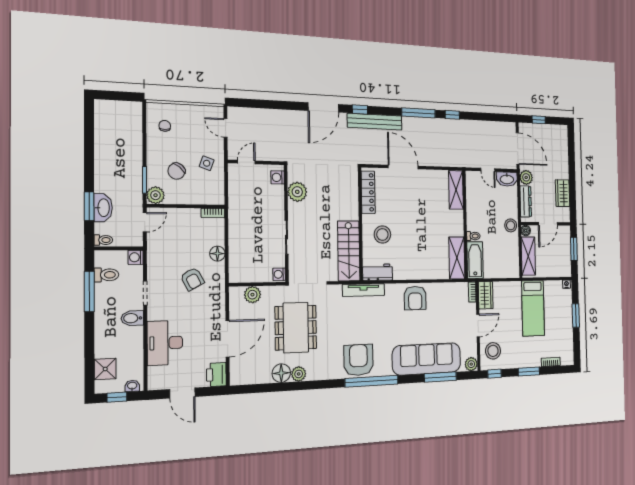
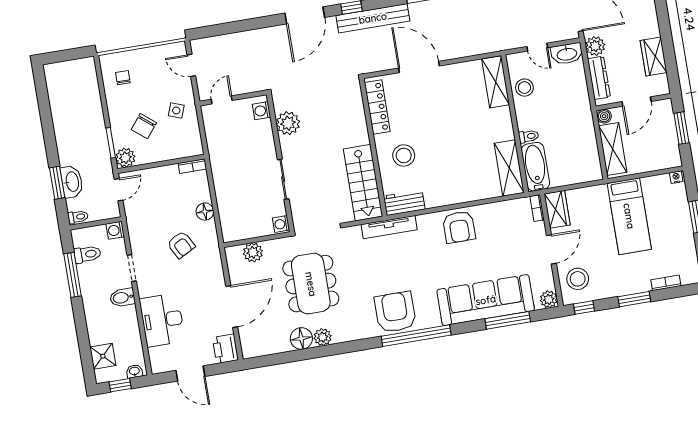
stool: (511, 225) -> (524, 88), moved

